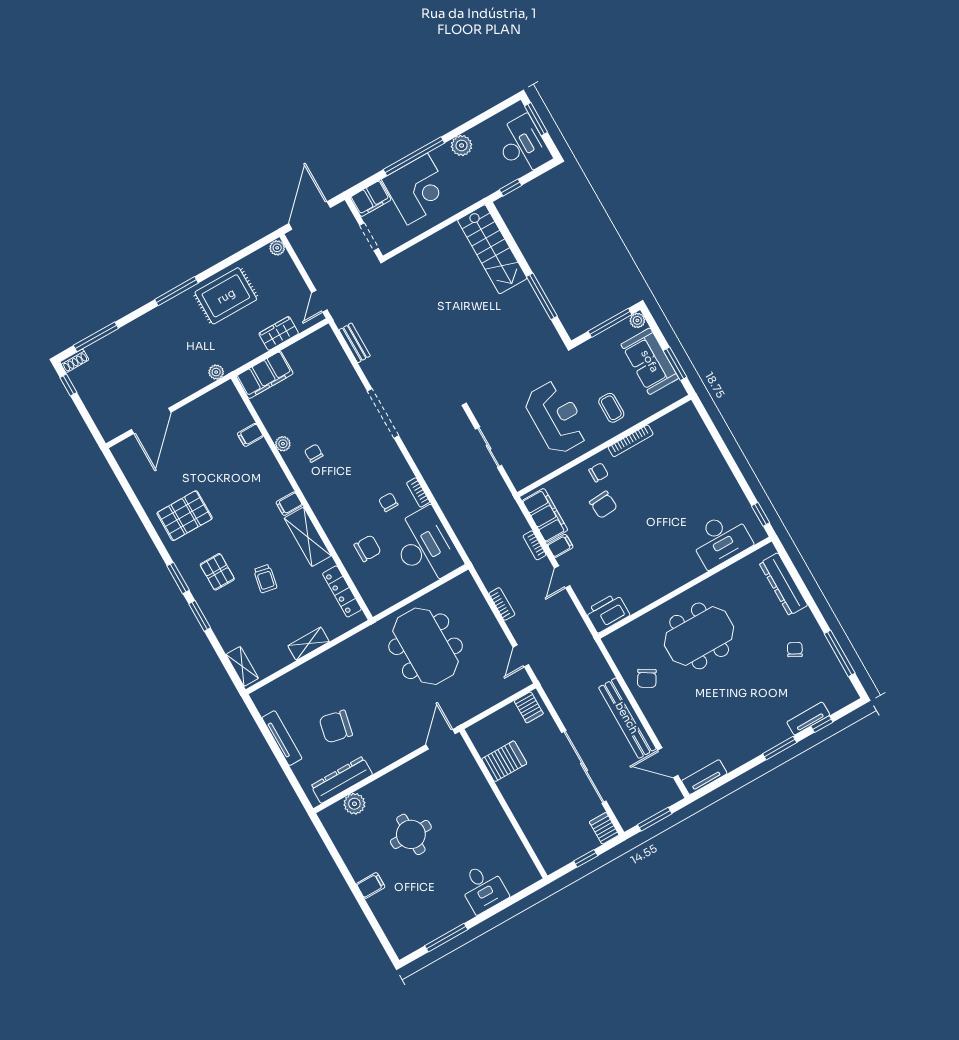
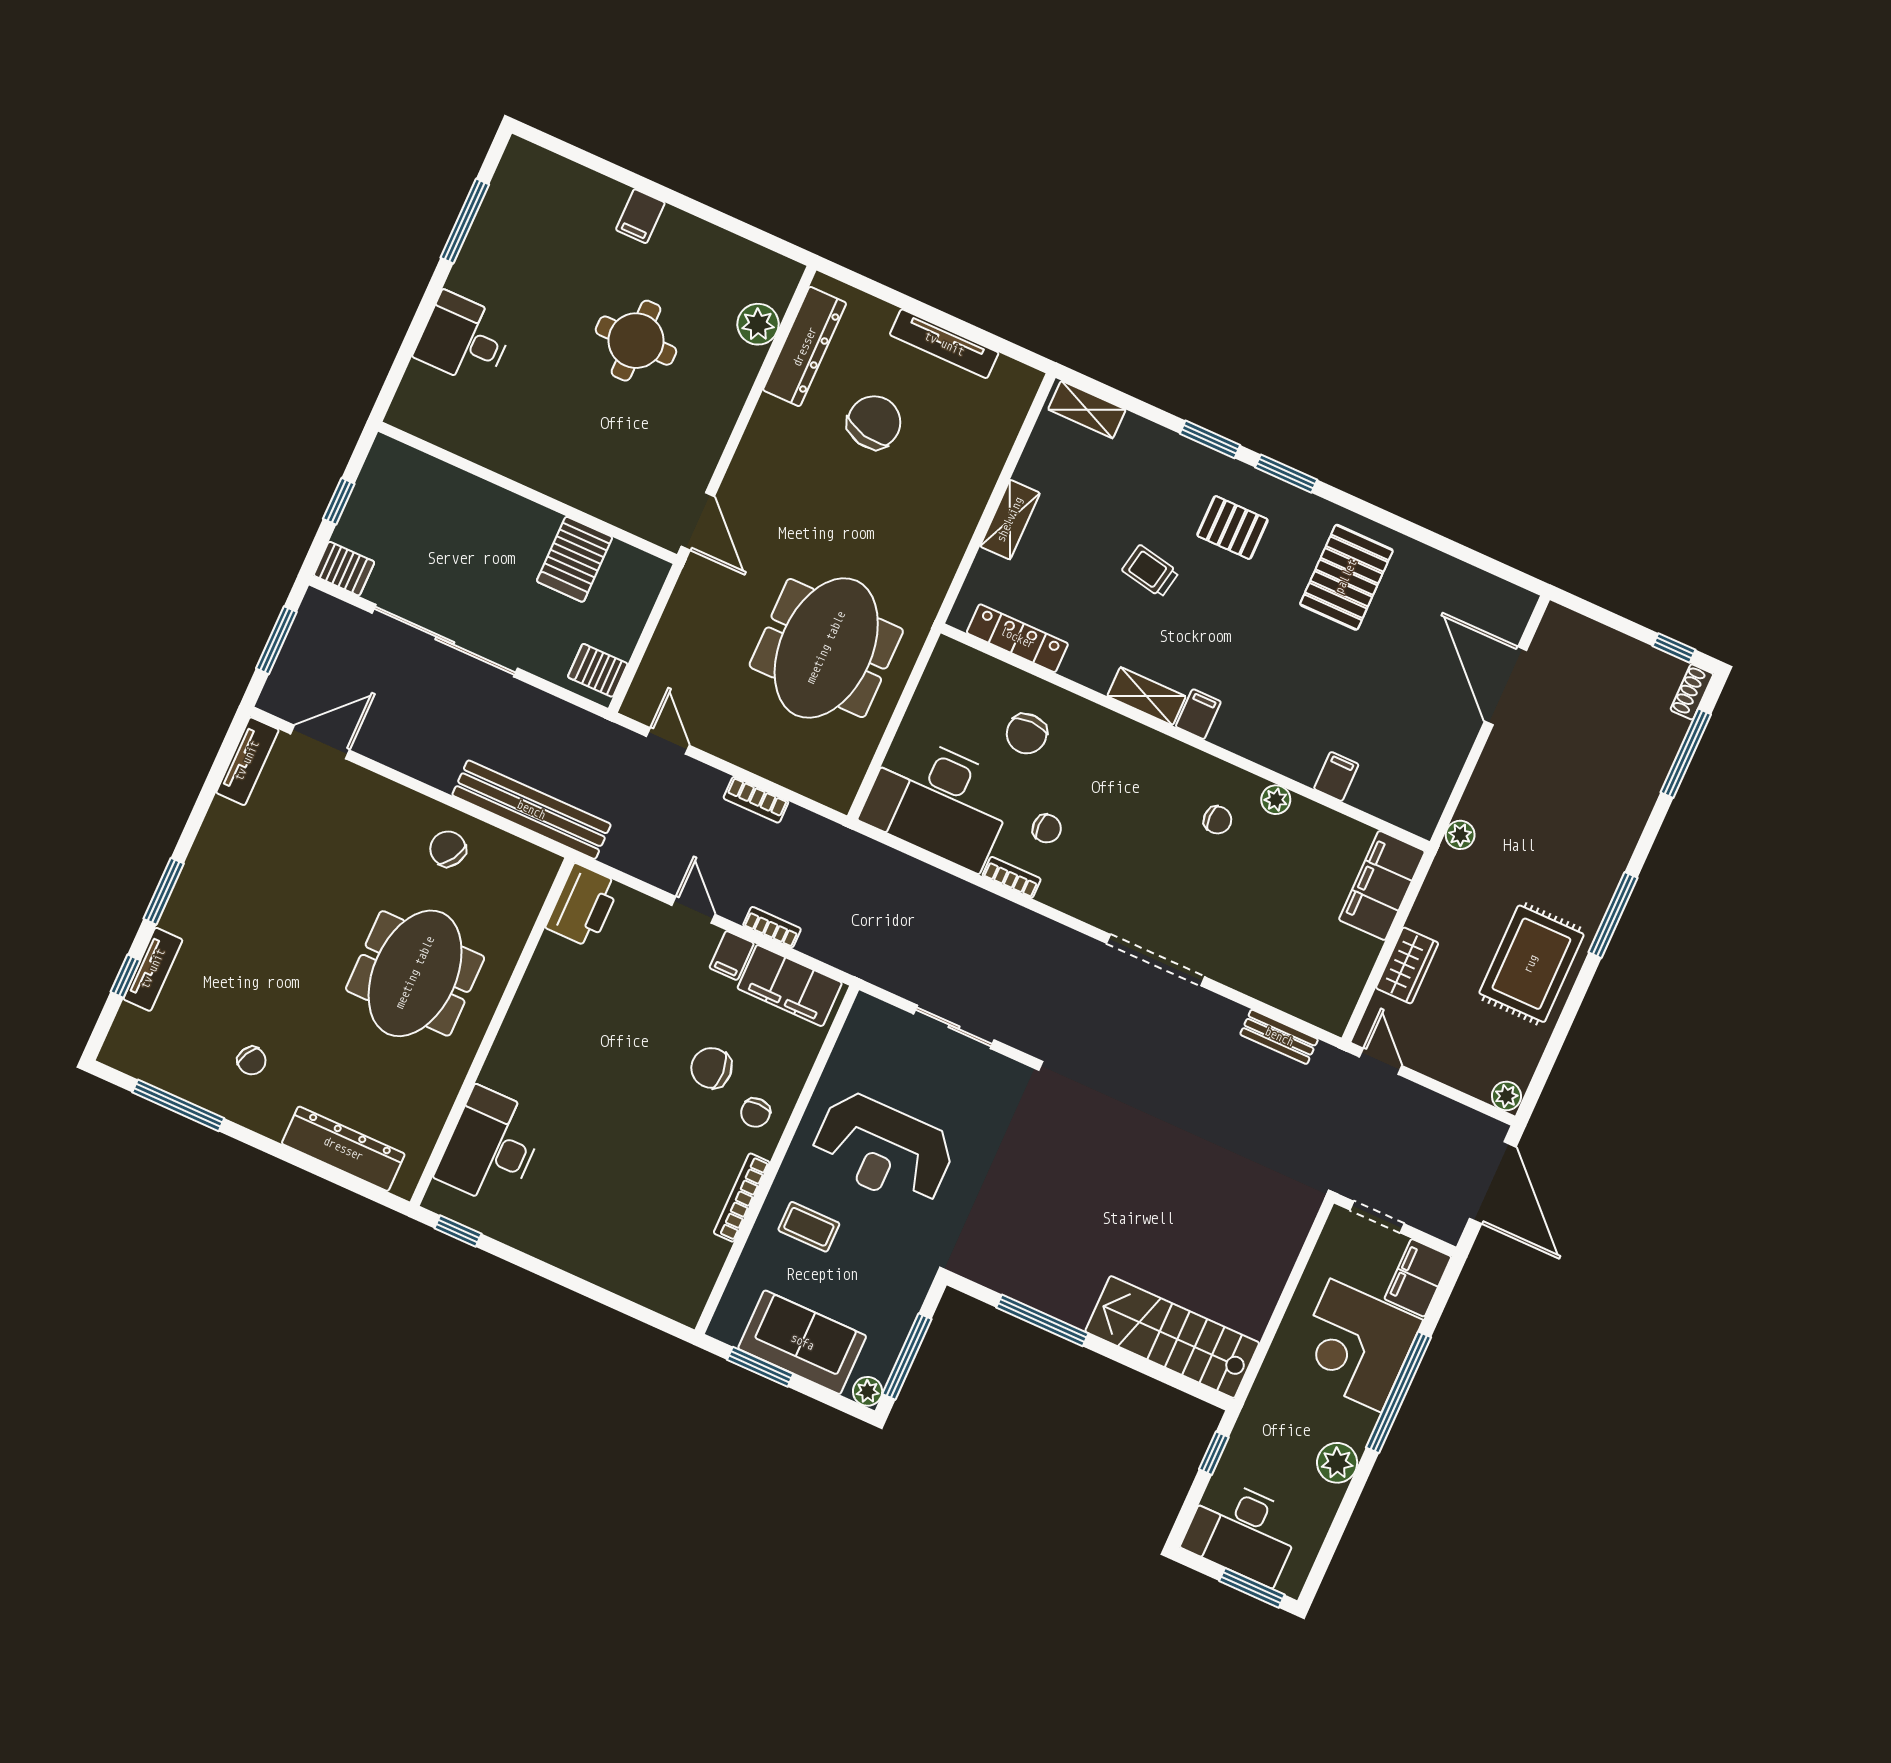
shelving: (308, 537) -> (1146, 696), width x0.67, depth x0.75
meeting table: (426, 646) -> (826, 648), turned 90
bench: (627, 718) -> (531, 810), moved

